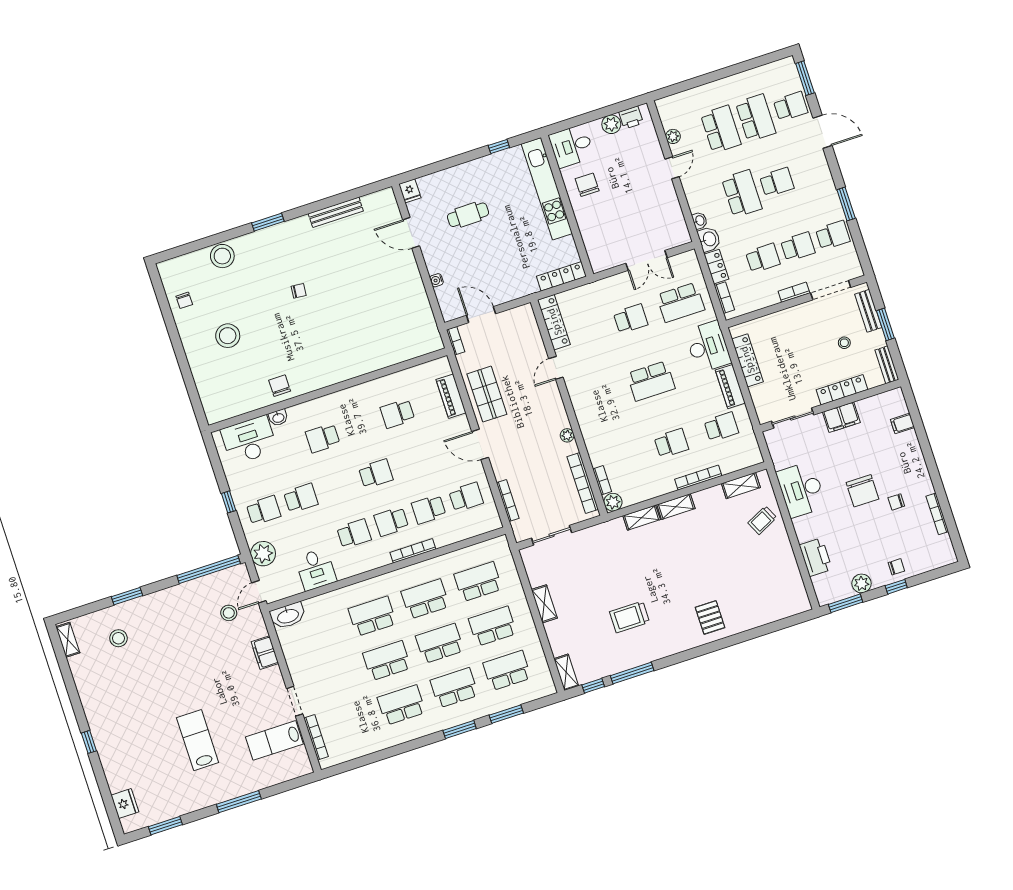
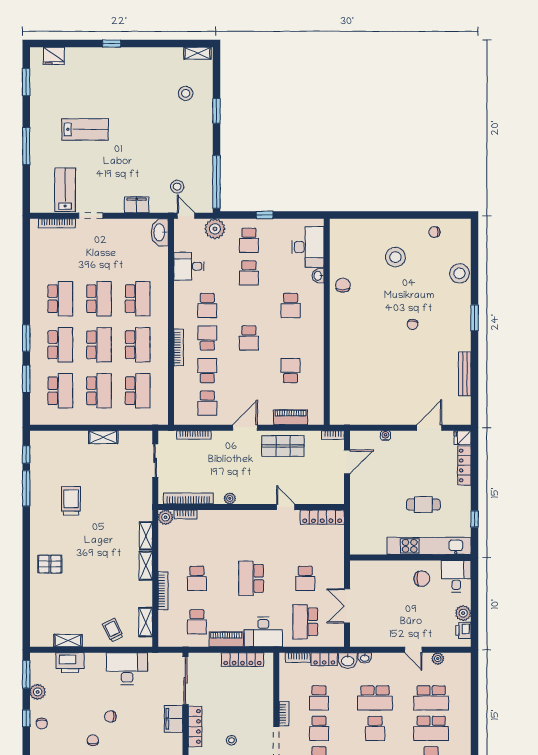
cafe table: (468, 215) -> (423, 505), moved, turned 90
locker: (561, 276) -> (464, 465), moved, turned 180
chair: (280, 386) -> (343, 285), turned -90
sliding door: (793, 418) -> (185, 680), width x1.37
school desk: (323, 438) -> (291, 305), turned 180
chair: (862, 491) -> (110, 716), width x0.54, depth x0.54
shelving: (566, 672) -> (68, 641), moved

